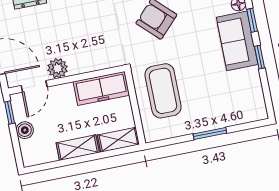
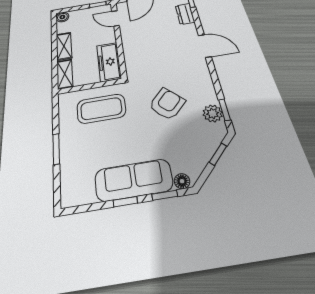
sofa: (237, 41) -> (133, 180), width x1.36
plant: (58, 68) -> (128, 32), removed
boiler: (25, 130) -> (62, 17), moved

